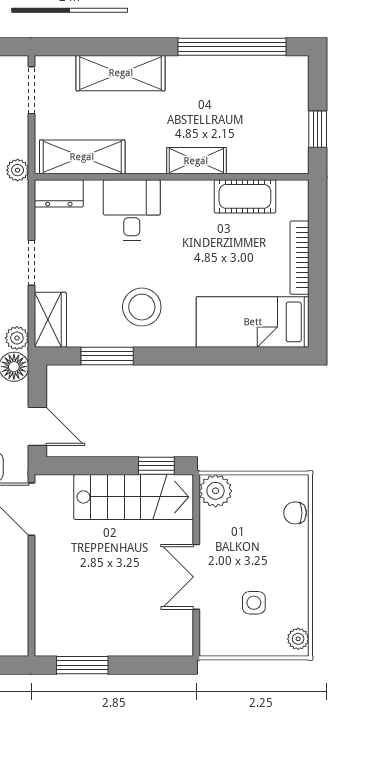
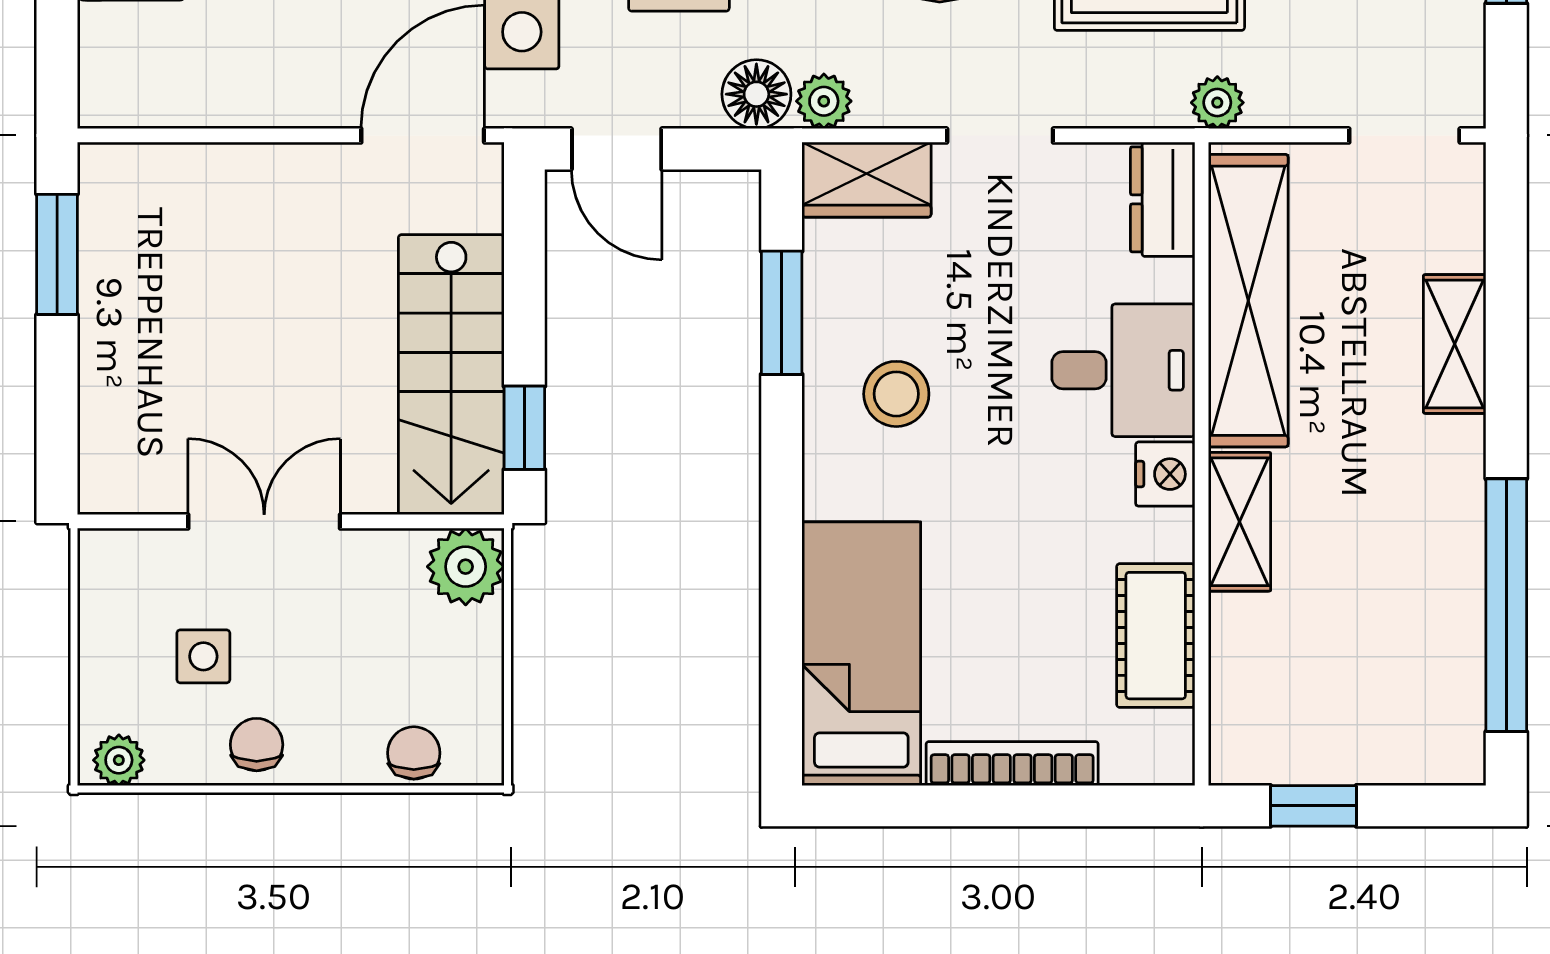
shelving: (121, 73) -> (1455, 344), width x0.67, depth x0.75
shelving: (82, 157) -> (1248, 301), width x1.47
nightstand: (176, 192) -> (1165, 474), added
stool: (142, 307) -> (896, 394), width x0.73, depth x0.73
door: (37, 426) -> (617, 149), hinge flipped
chair: (291, 580) -> (257, 745), added

